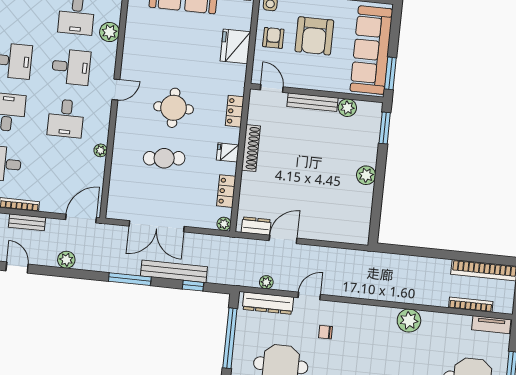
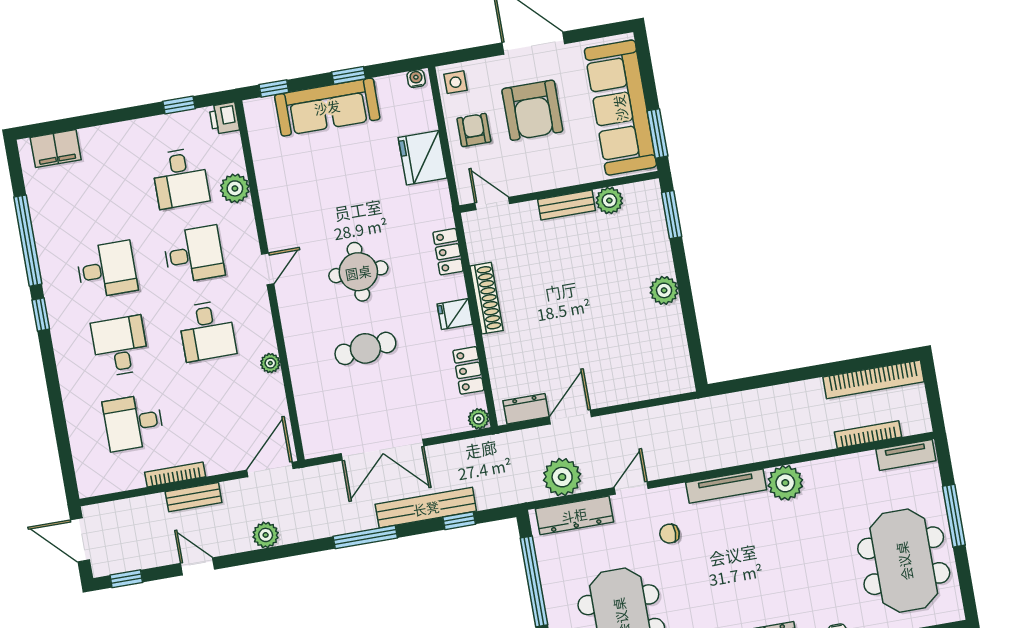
bench: (312, 102) -> (567, 205), width x0.73
plant: (266, 282) -> (562, 477), width x1.87, depth x1.87
tv unit: (370, 312) -> (726, 486), added

